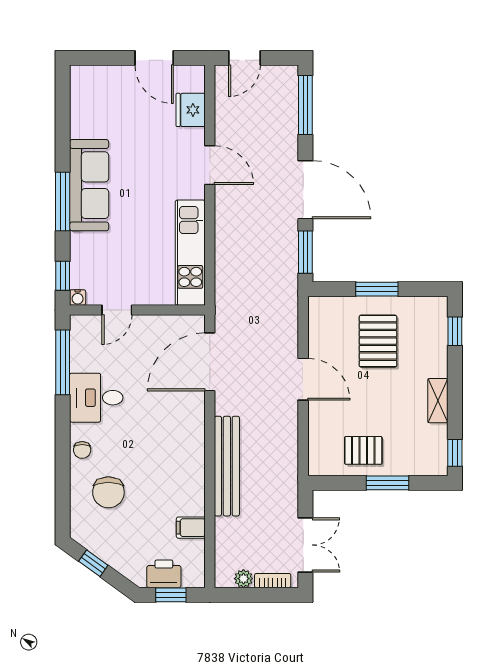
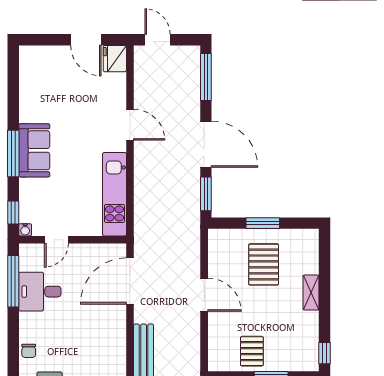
door: (244, 58) -> (158, 40), swing flipped
fridge: (191, 110) -> (115, 59), moved
sofa: (89, 185) -> (34, 150), width x0.73
window: (455, 331) -> (324, 257), removed
desk: (96, 398) -> (40, 292), moved
shelving: (438, 401) -> (311, 293), moved
pallet: (363, 450) -> (252, 351), turned 90

